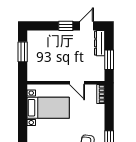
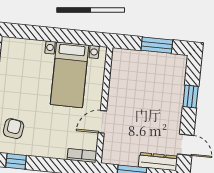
window: (66, 26) -> (191, 96), moved

